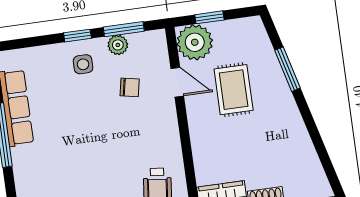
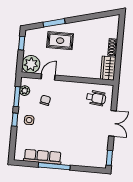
window: (209, 17) -> (22, 43), moved
plant: (118, 45) -> (25, 91), moved
rug: (234, 90) -> (60, 41), moved

